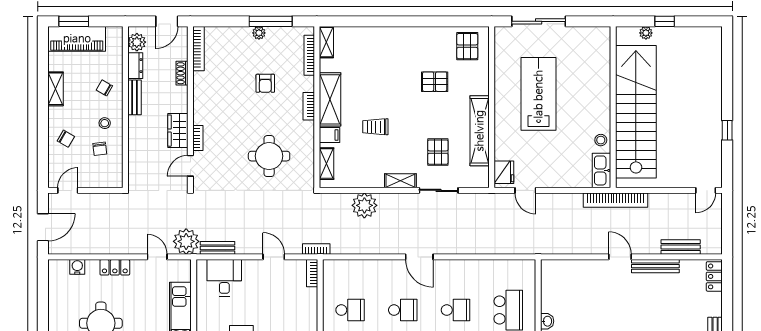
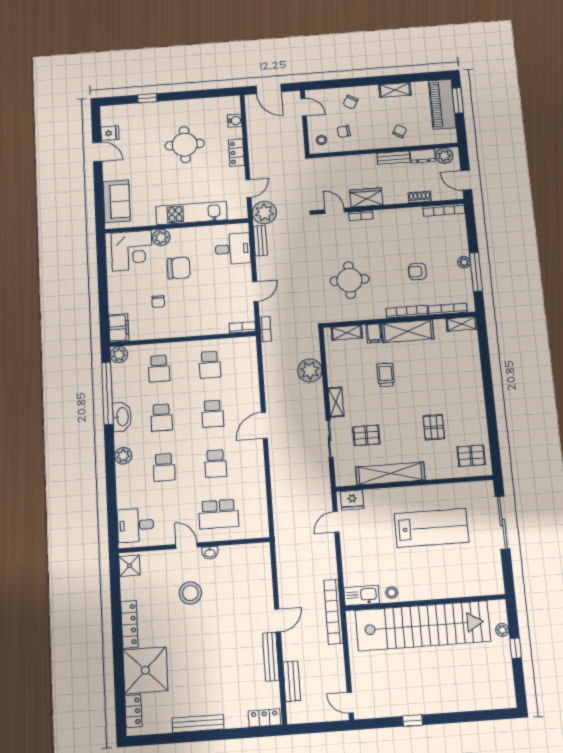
bookcase: (309, 106) -> (407, 312), width x1.56
stool: (105, 123) -> (321, 140), moved

